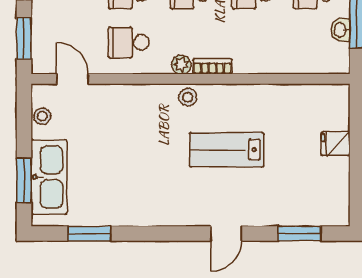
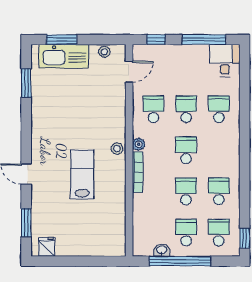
window: (24, 39) -> (156, 40), width x0.67
bookcase: (212, 66) -> (137, 172), width x1.56
fridge: (336, 144) -> (47, 247), moved

